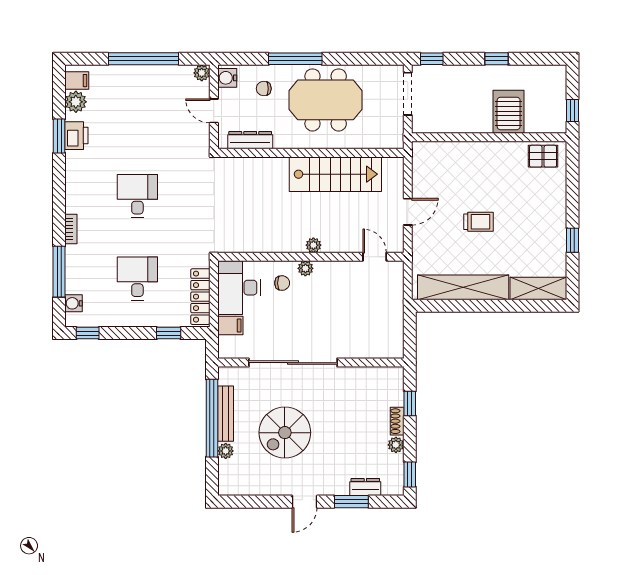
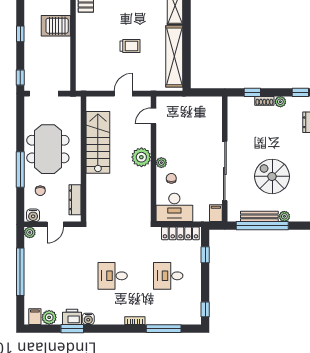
door: (408, 212) -> (123, 94), hinge flipped
trolley: (478, 222) -> (130, 46), turned 90
plant: (313, 245) -> (141, 157), width x1.88, depth x1.88
water cooler: (74, 303) -> (88, 319), moved
filing cabinet: (230, 326) -> (216, 213), moved
spiral stairs: (285, 433) -> (272, 176), turned 180

